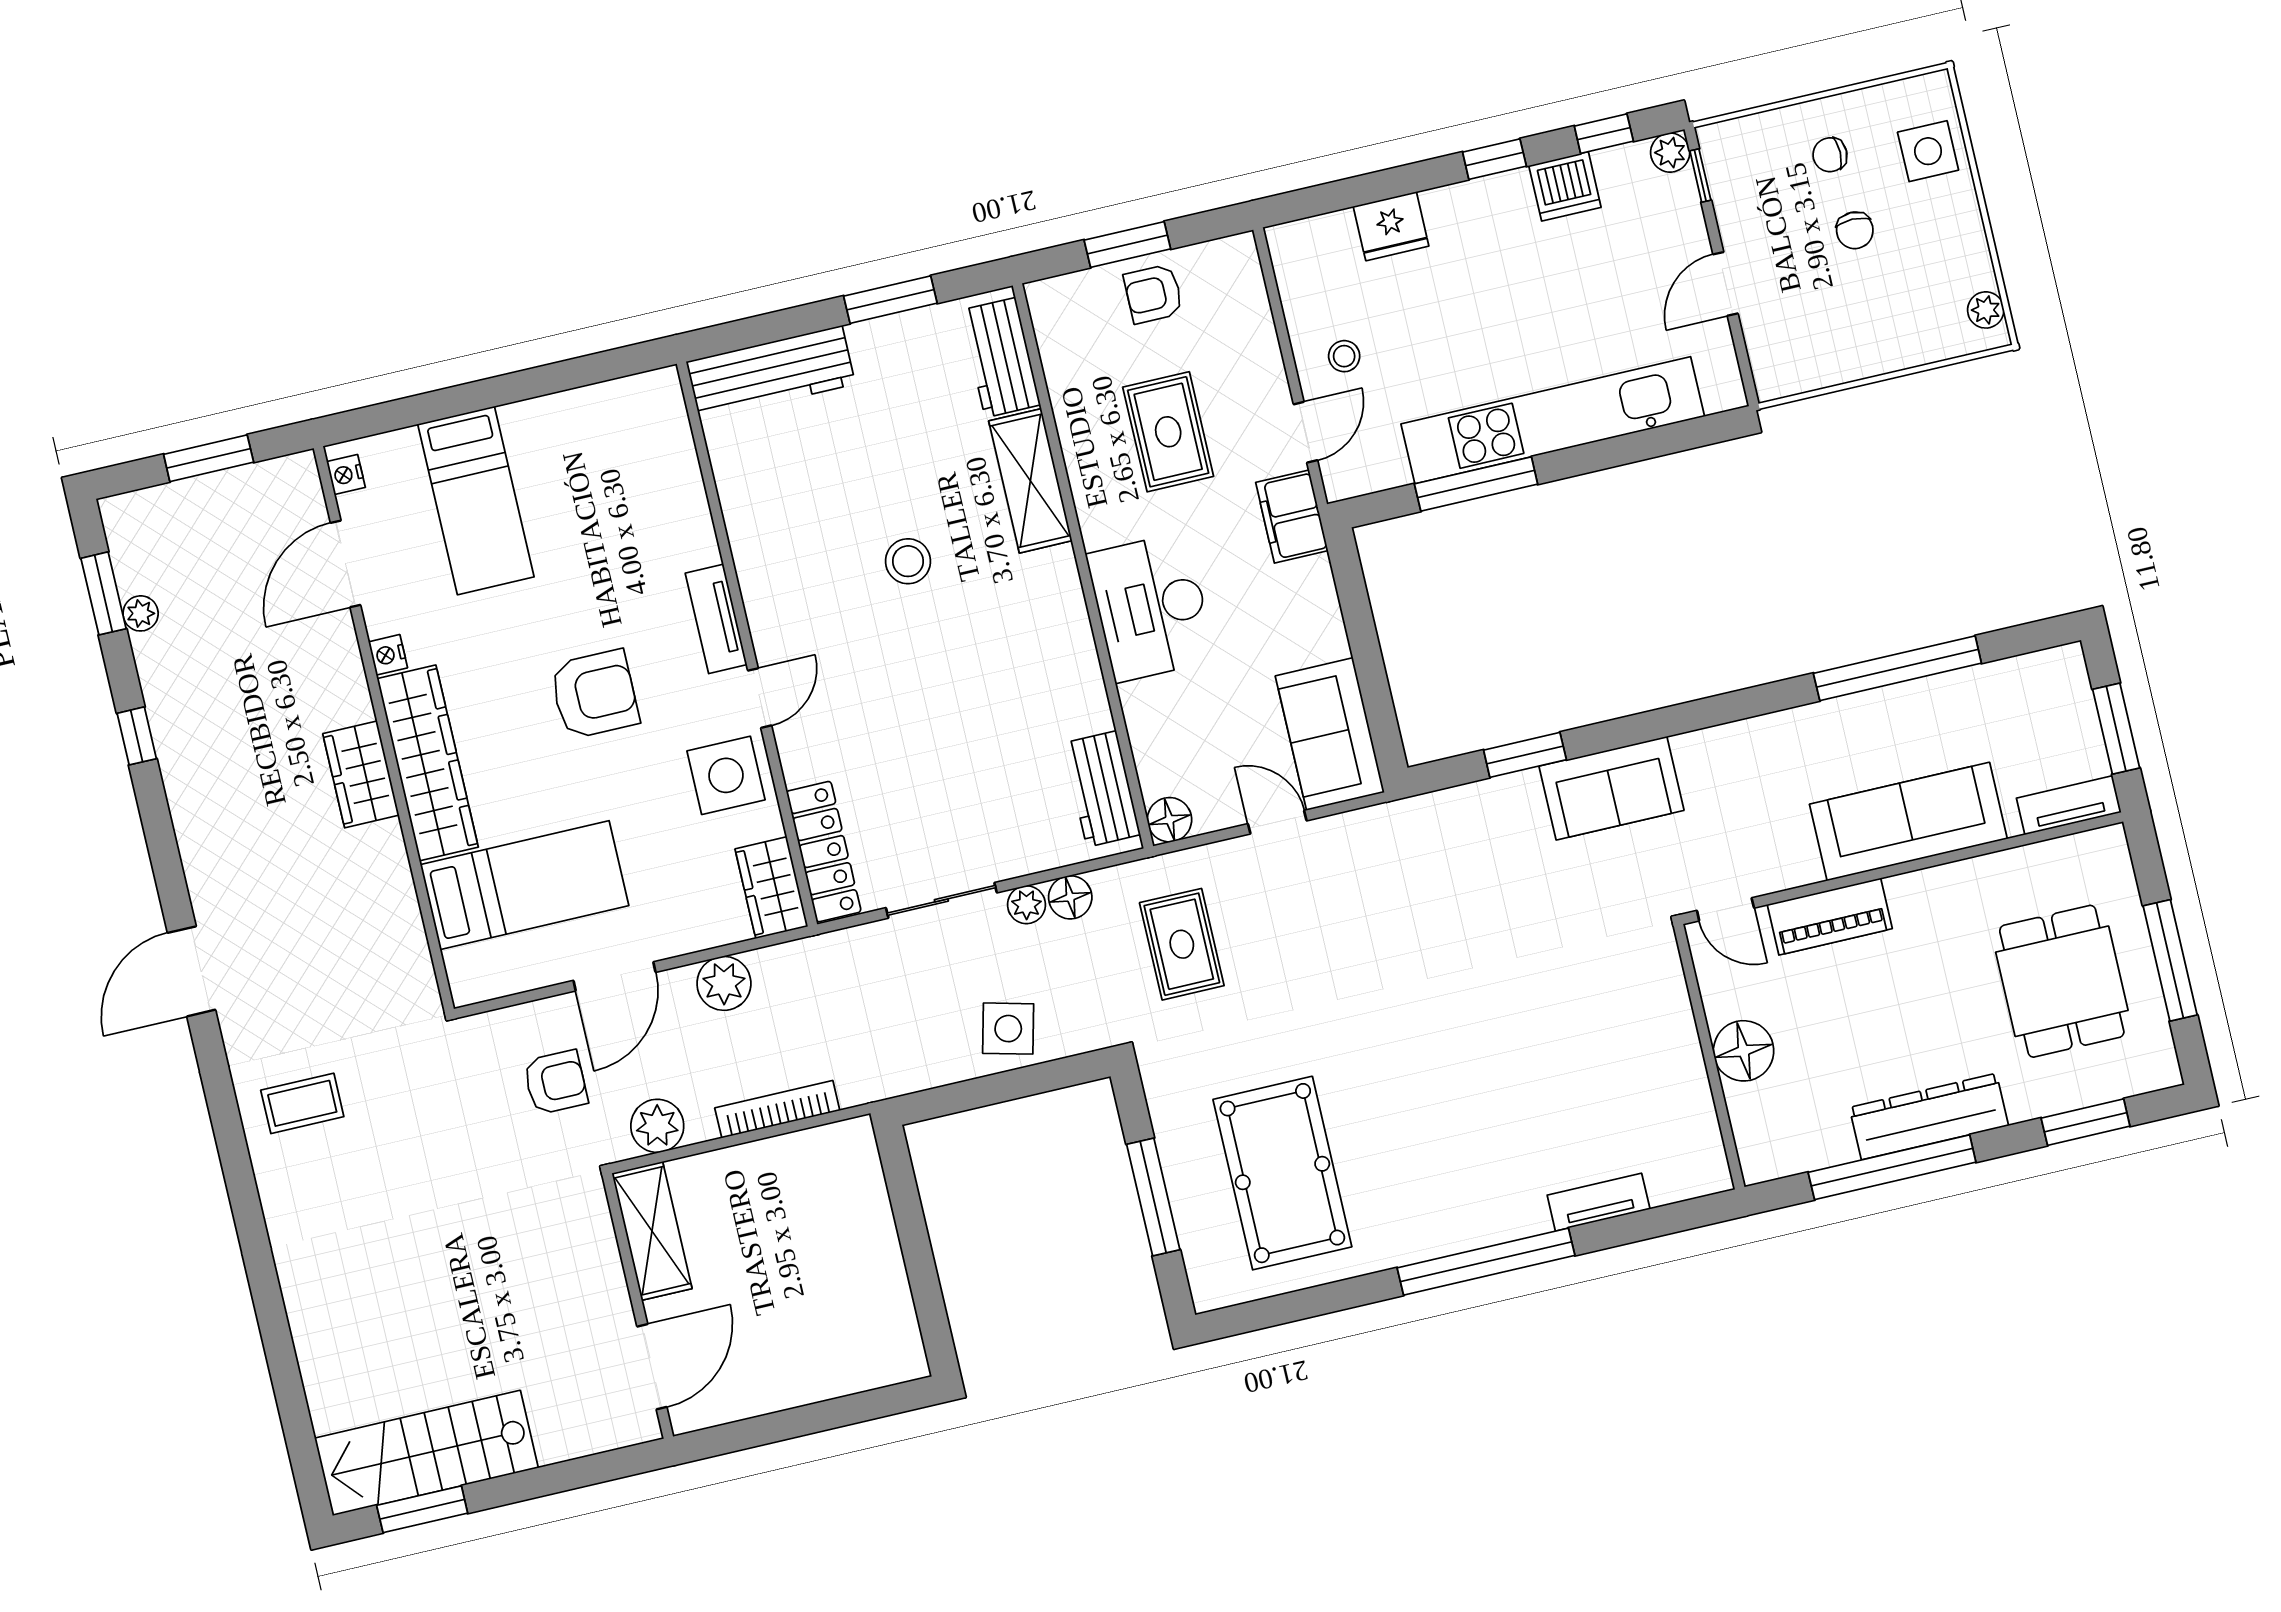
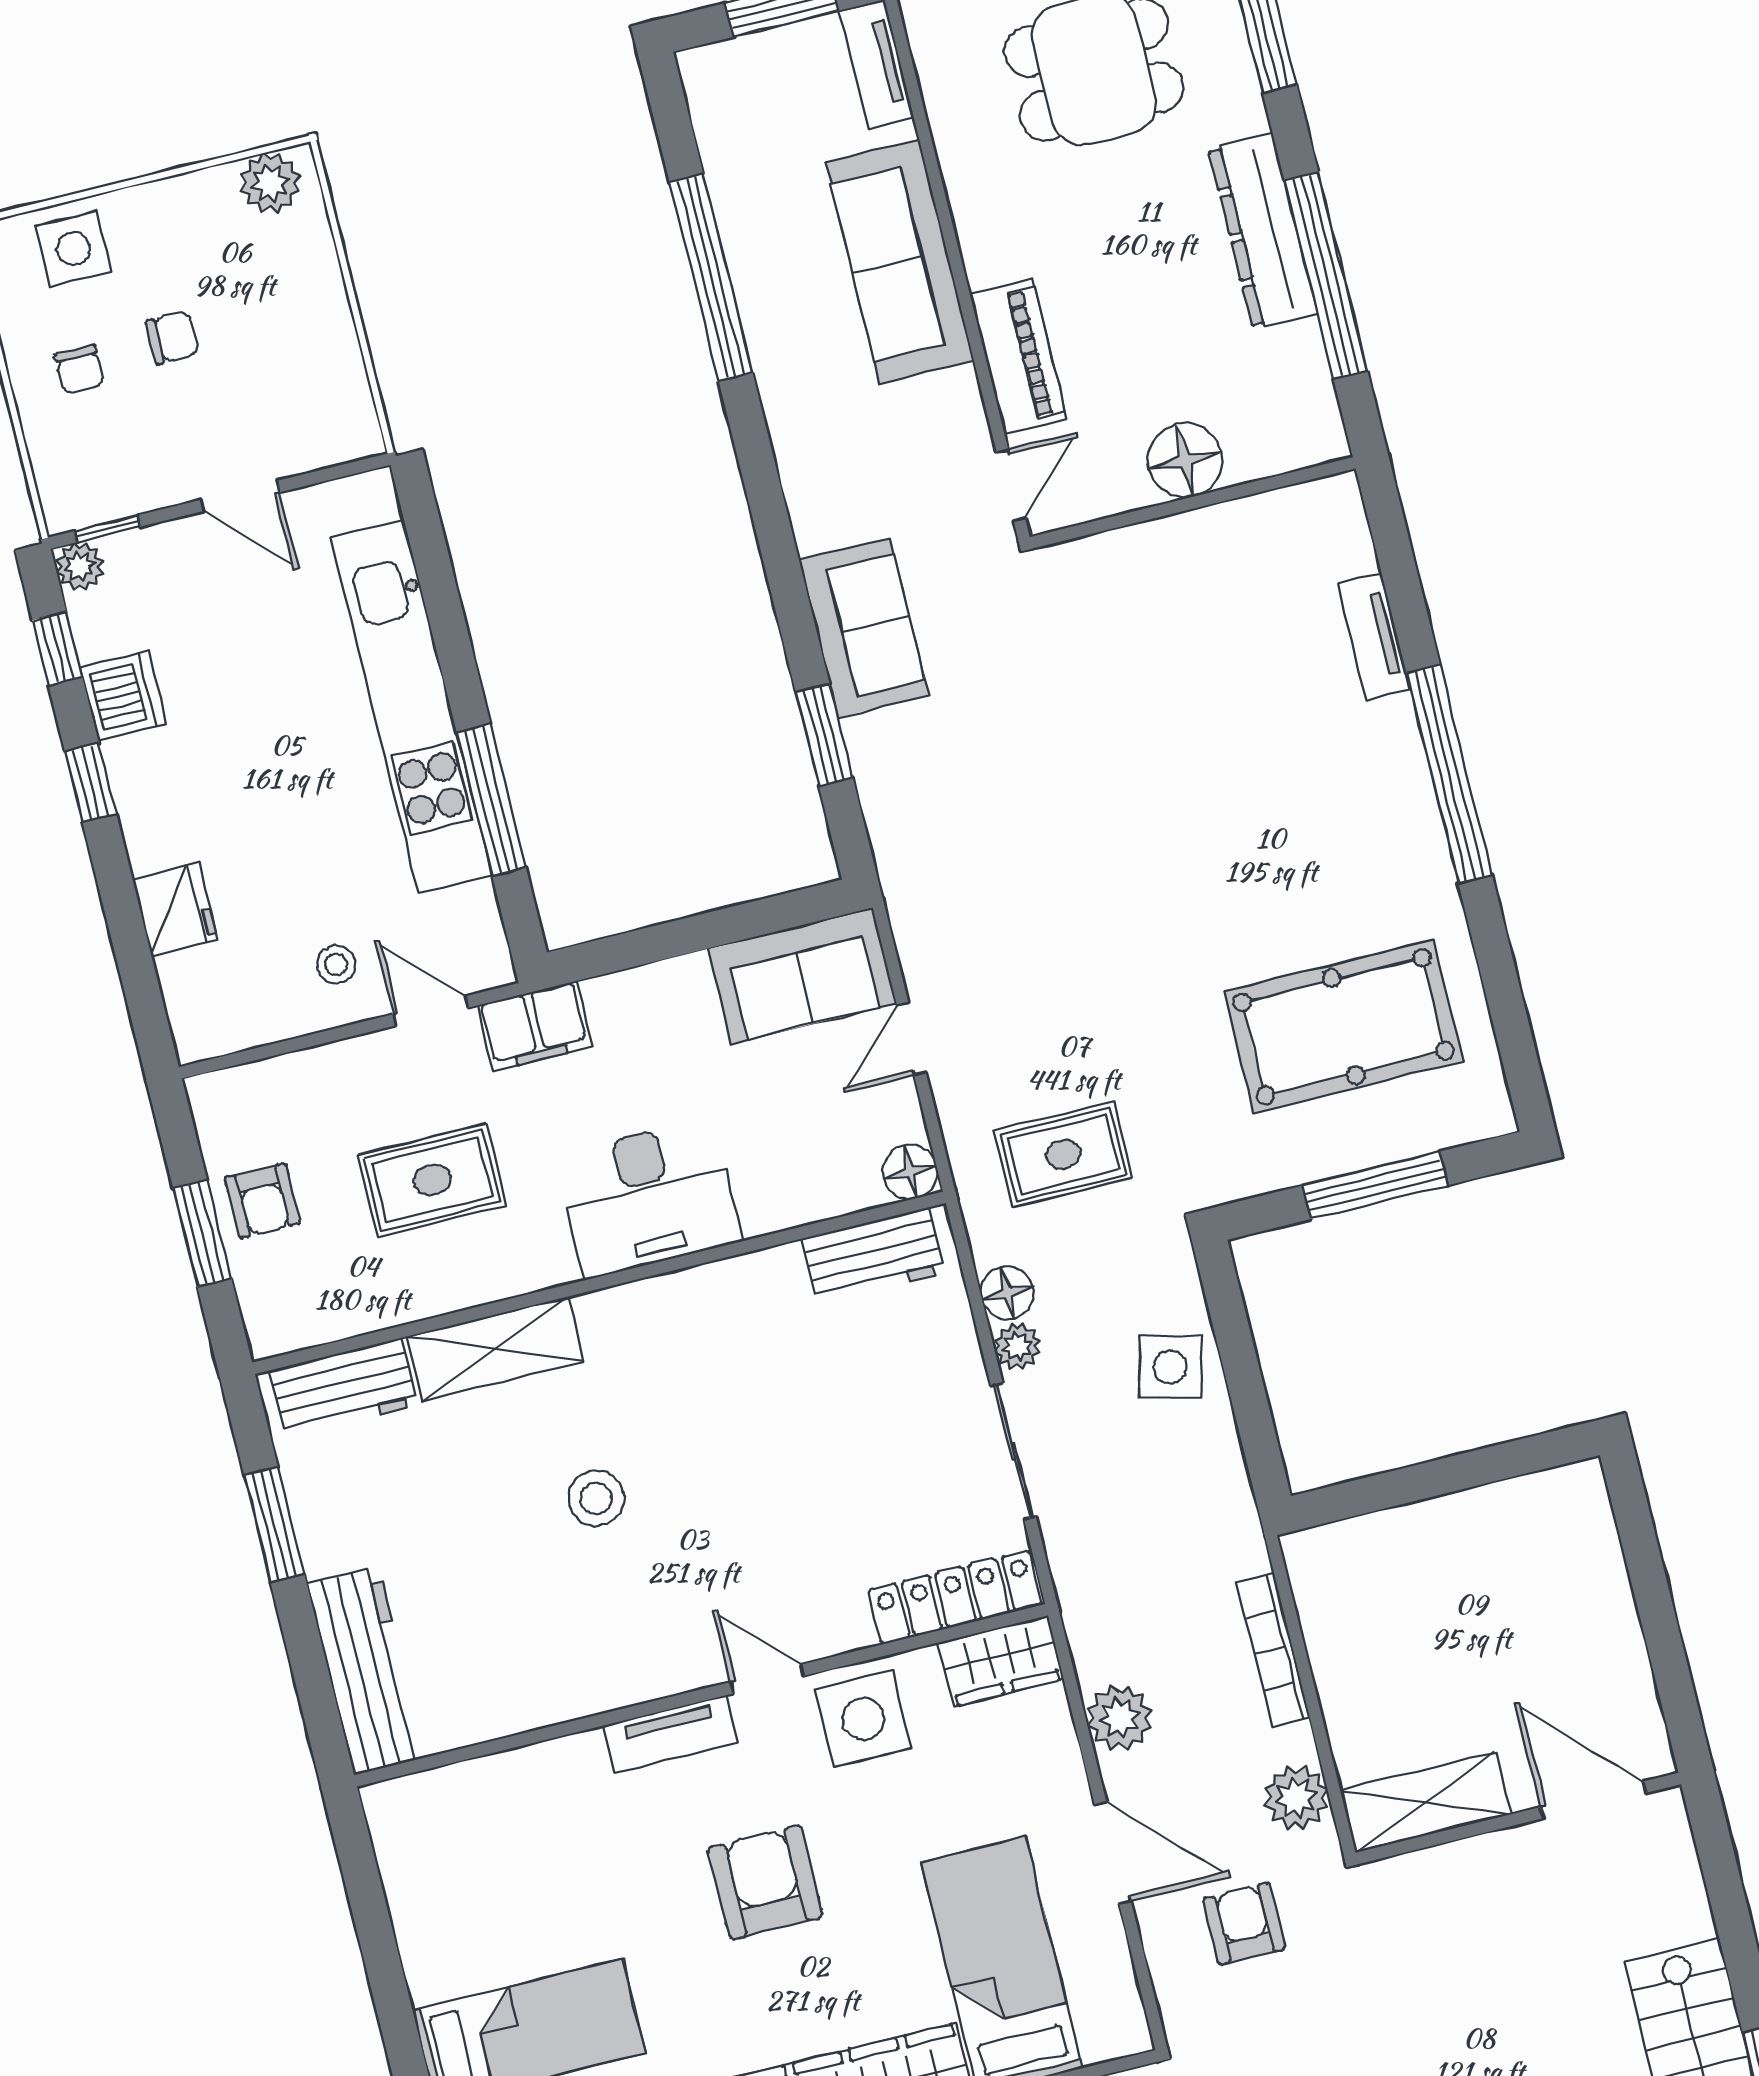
plant: (1986, 310) -> (270, 183), width x1.38, depth x1.38

